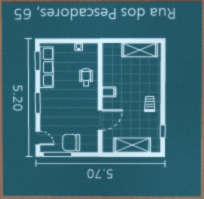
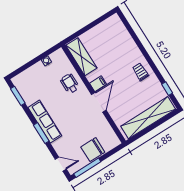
shelving: (140, 50) -> (81, 57), moved, turned 90
row of seats: (46, 67) -> (45, 122), moved
door: (100, 120) -> (99, 102), moved
shelving: (132, 145) -> (148, 118), width x1.47

